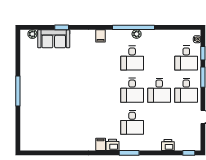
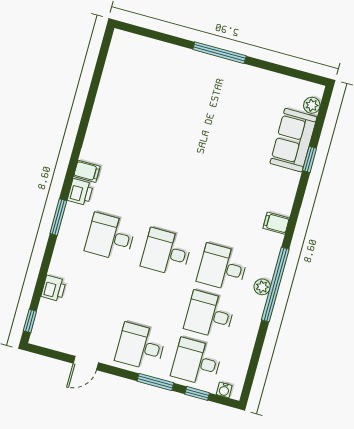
desk: (159, 90) -> (210, 315), moved

